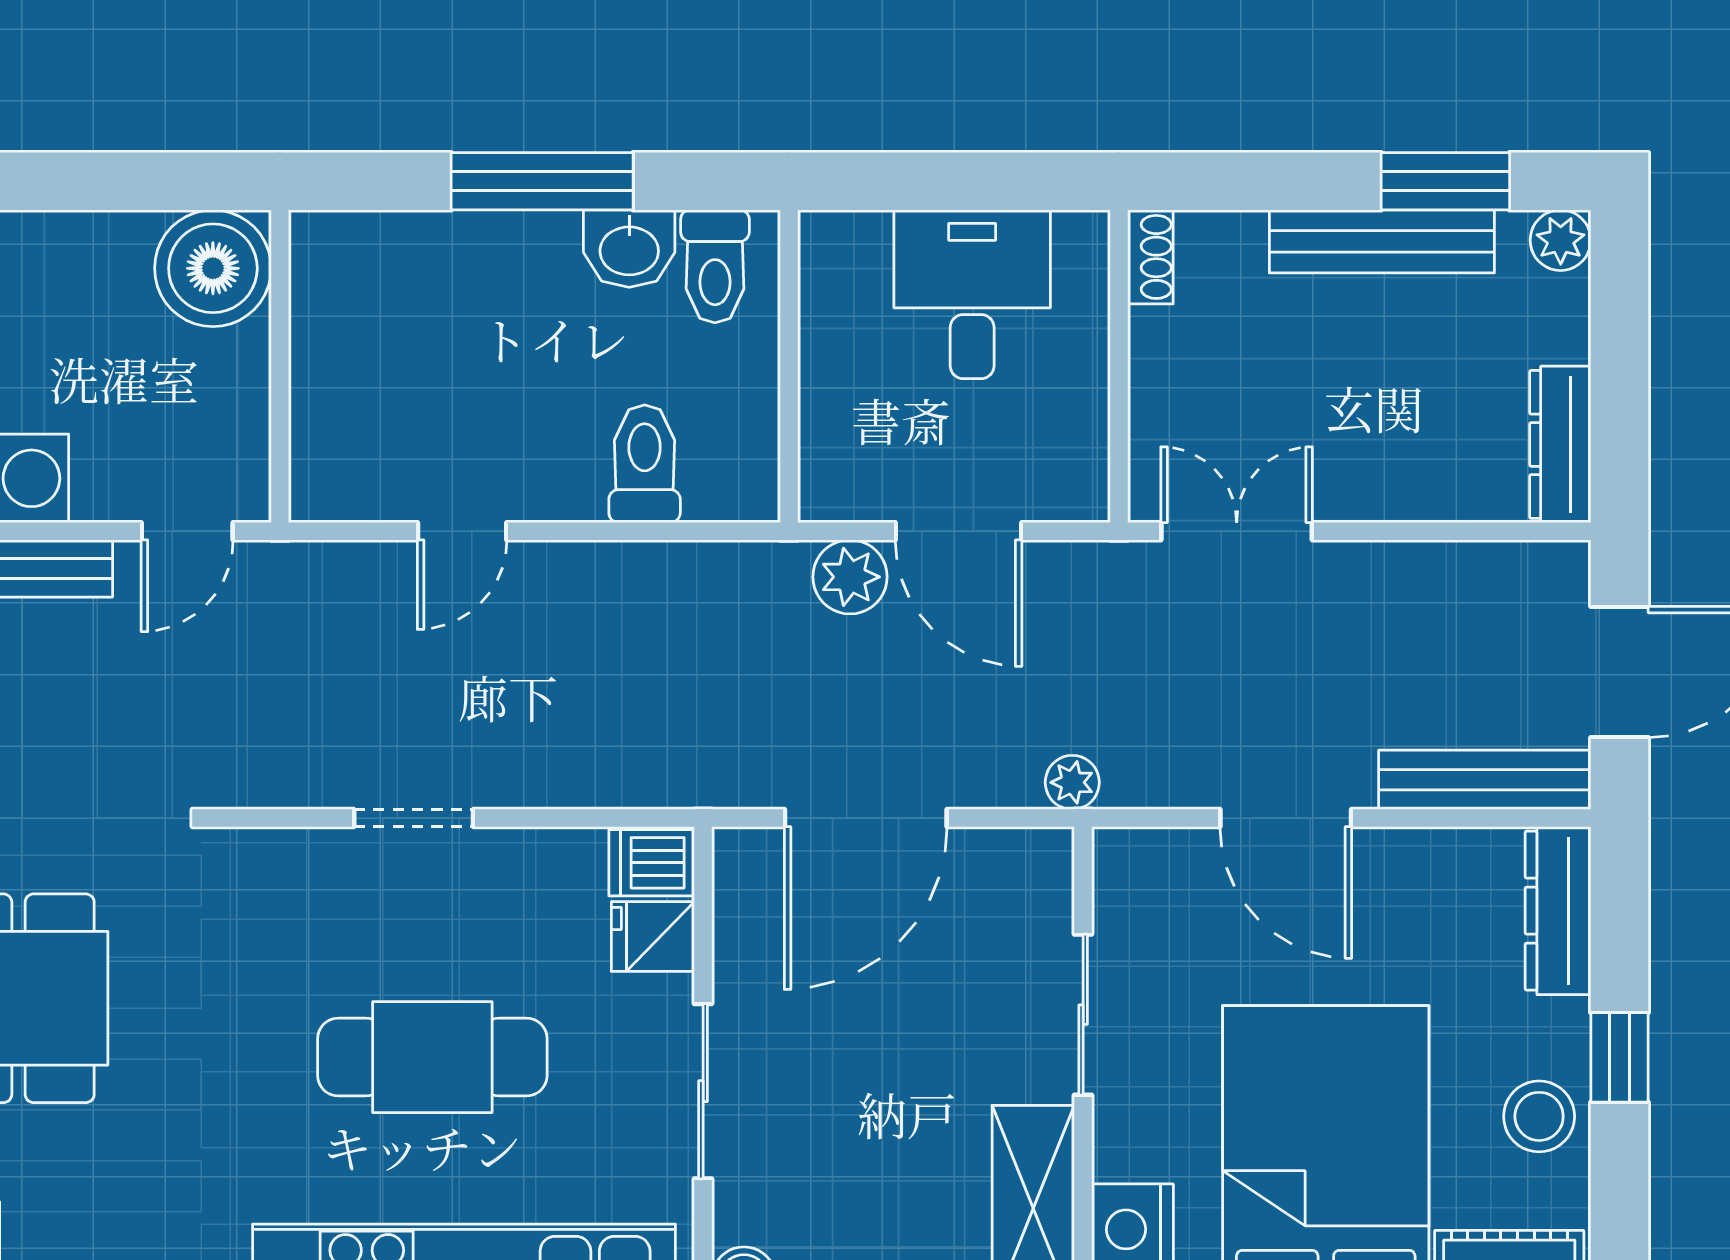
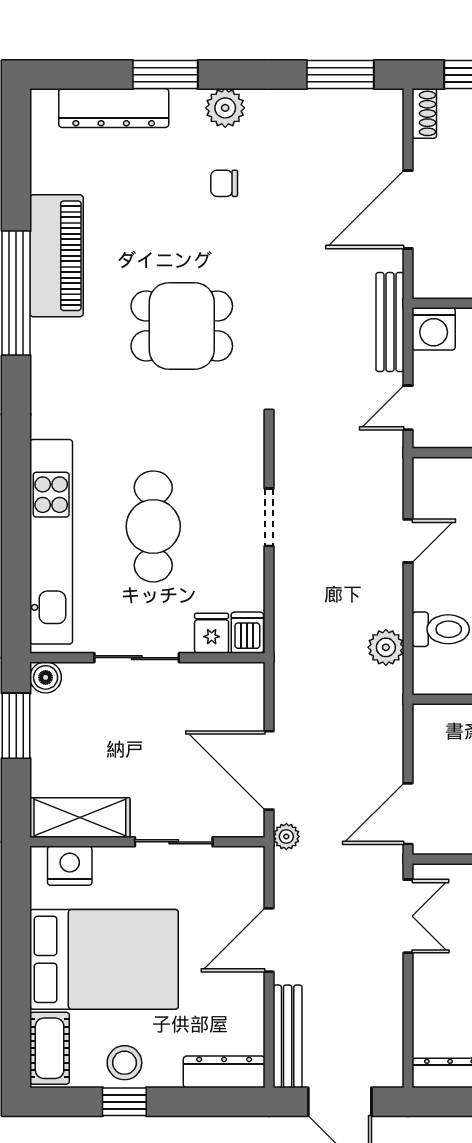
door: (187, 531) -> (408, 408), hinge flipped
door: (462, 531) -> (408, 541), swing flipped
door: (959, 531) -> (408, 814), moved
plant: (850, 577) -> (386, 647), moved
door: (866, 818) -> (269, 770), moved
window: (1620, 1057) -> (124, 1102), moved

